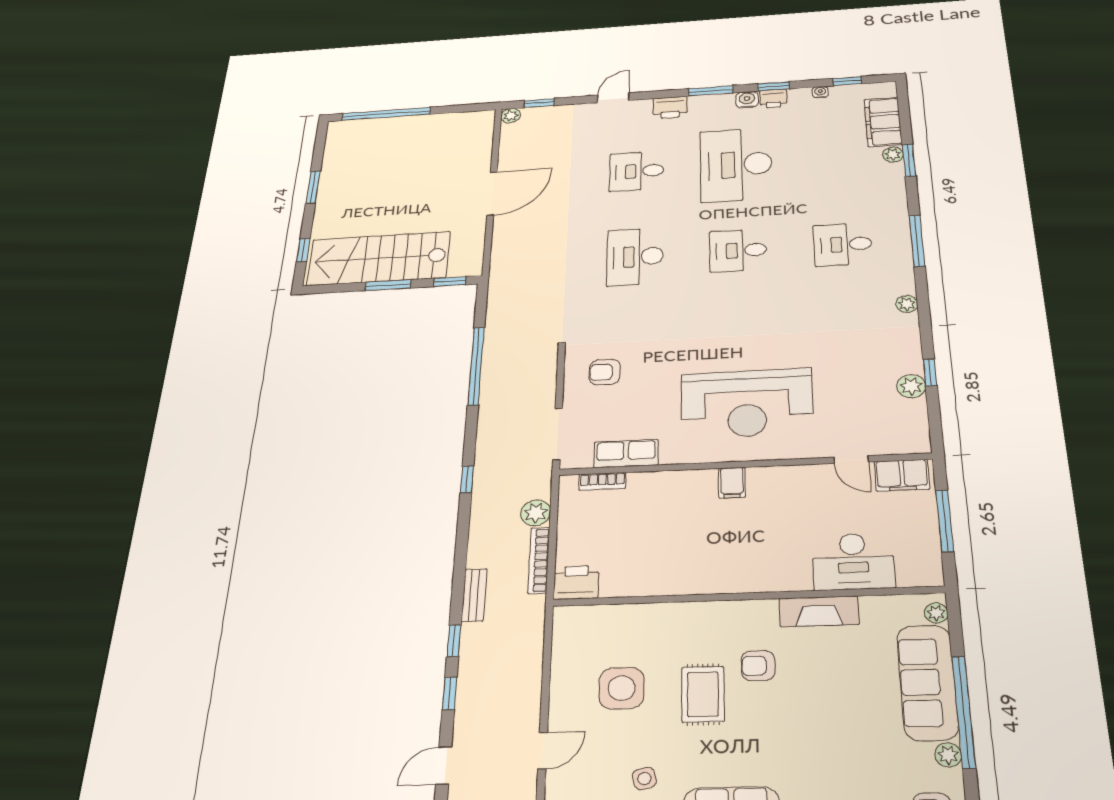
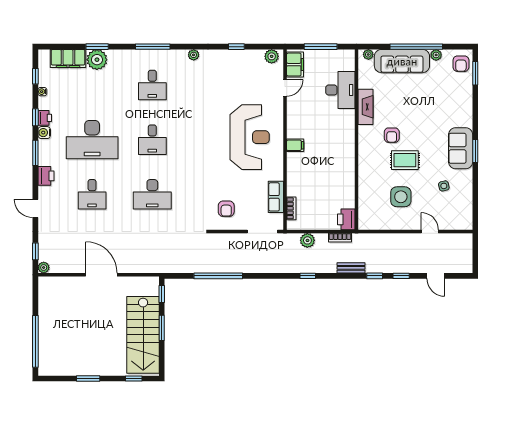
plant: (893, 154) -> (97, 60), width x1.87, depth x1.87
plant: (911, 386) -> (272, 56), moved
window: (467, 479) -> (308, 276), moved
bookcase: (539, 560) -> (340, 238), width x0.64

